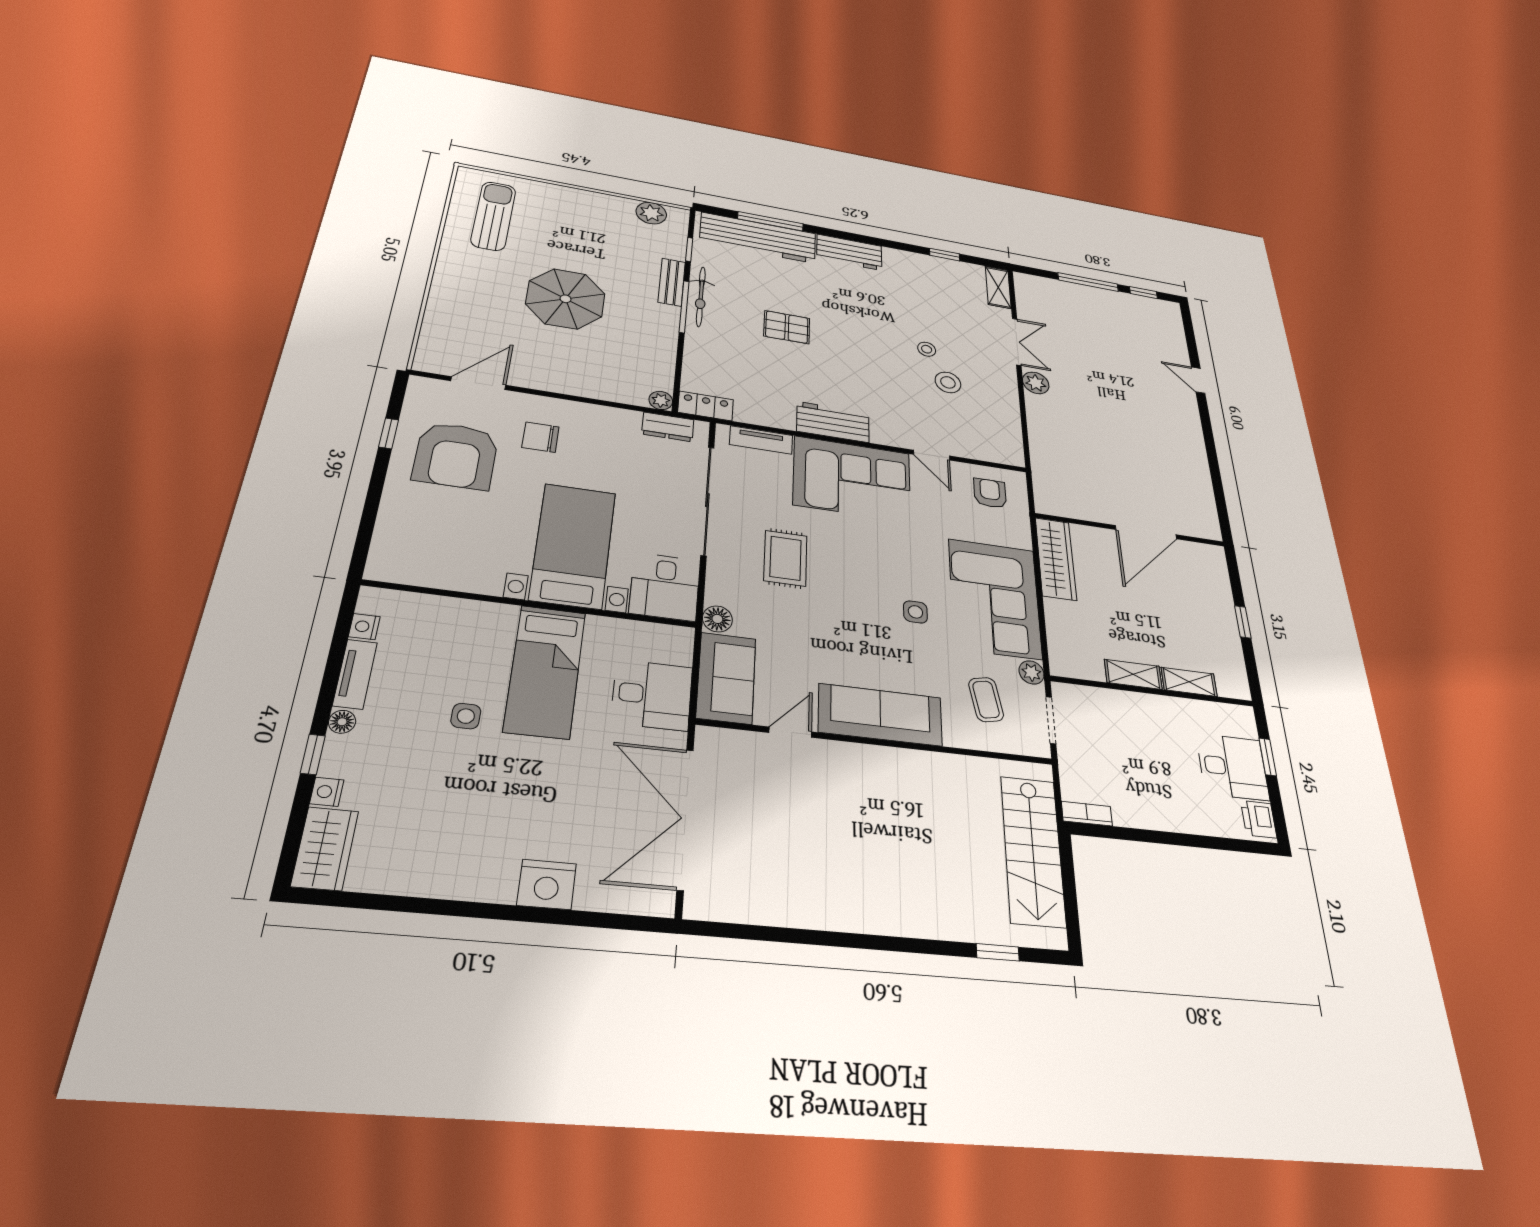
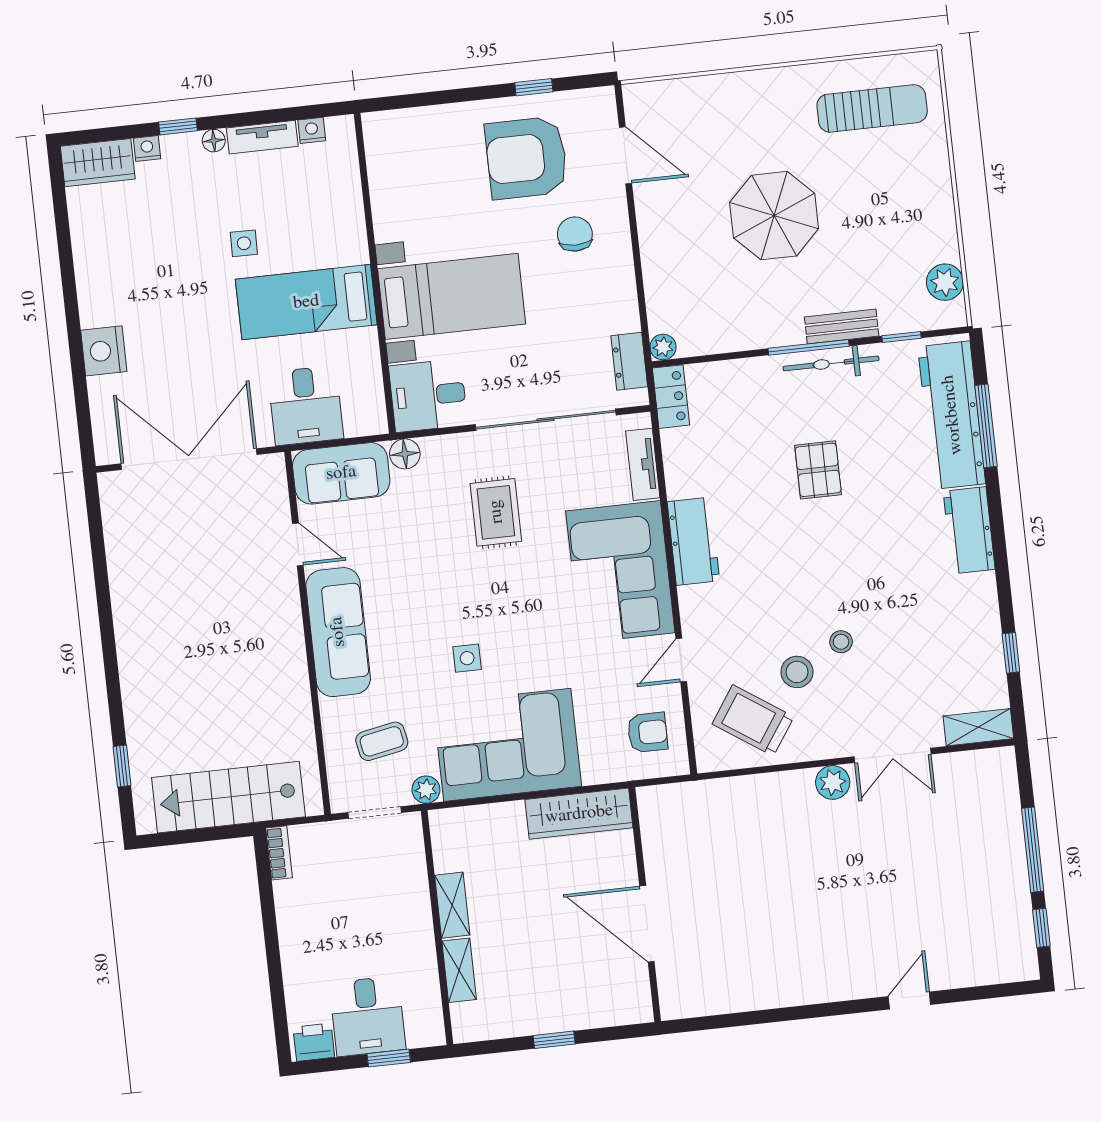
trolley: (985, 420) -> (753, 720), added
rug: (786, 558) -> (496, 512), turned 90

